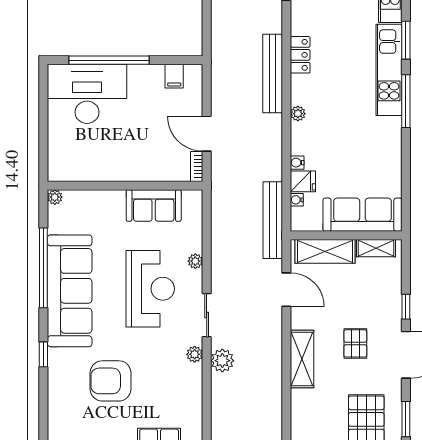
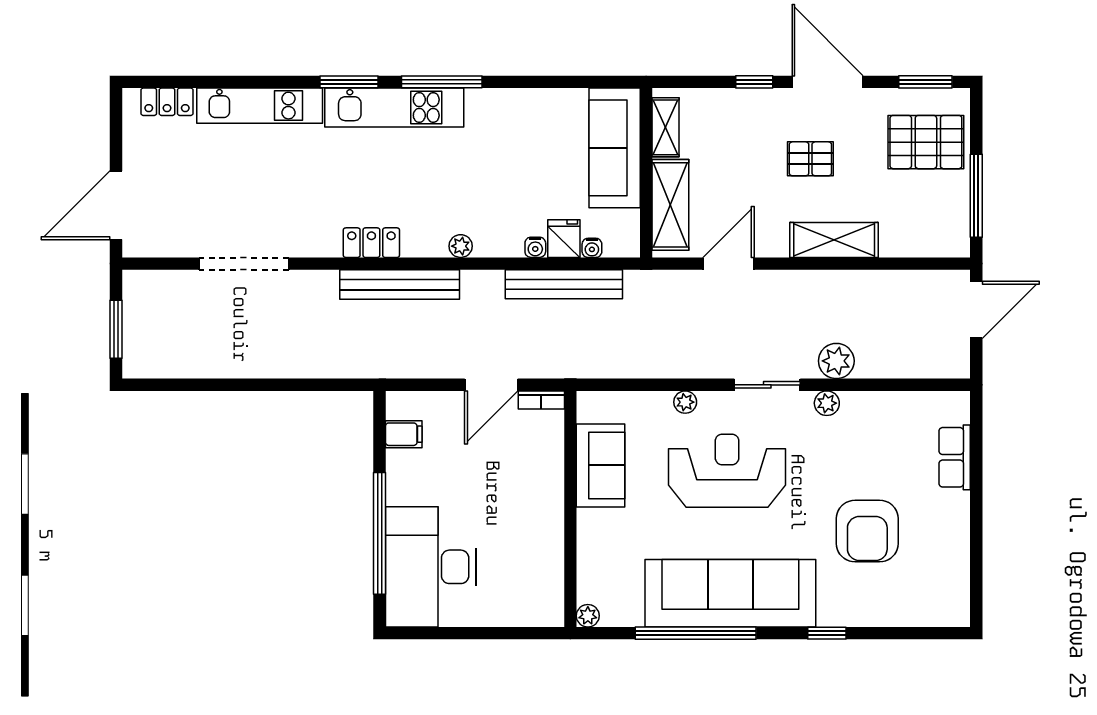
bench: (273, 220) -> (564, 284), moved

